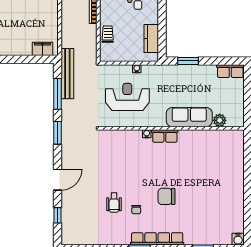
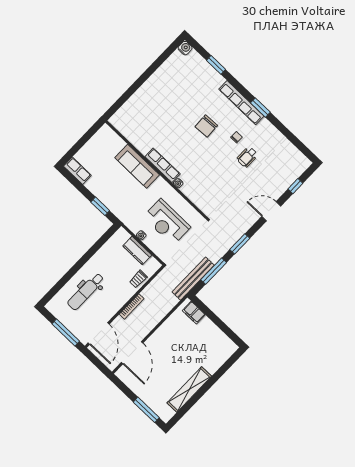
kitchen counter: (151, 38) -> (137, 250), moved, turned 90
plant: (220, 120) -> (118, 144), removed
row of seats: (165, 136) -> (163, 165), width x1.48
chair: (167, 196) -> (206, 126), turned 87
wheelchair: (114, 203) -> (247, 157), turned 180

